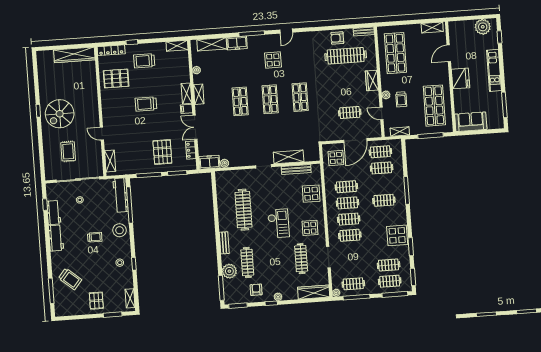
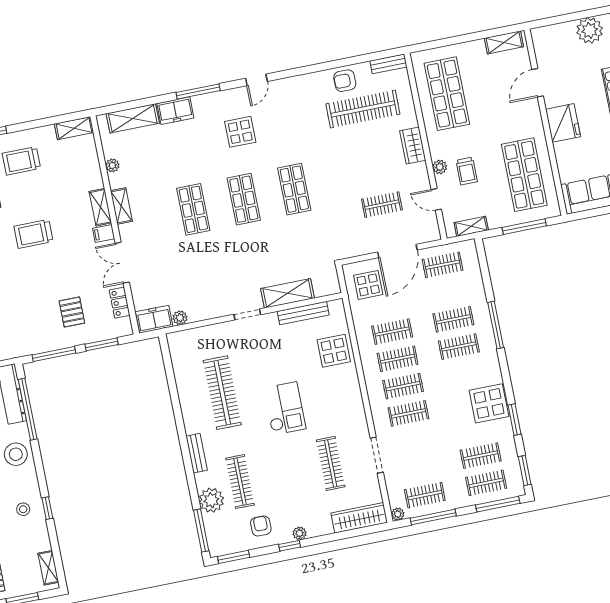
pallet: (162, 152) -> (72, 312), width x0.67, depth x0.71
clothes rail: (382, 168) -> (453, 319), moved
display table: (310, 228) -> (339, 409), removed

